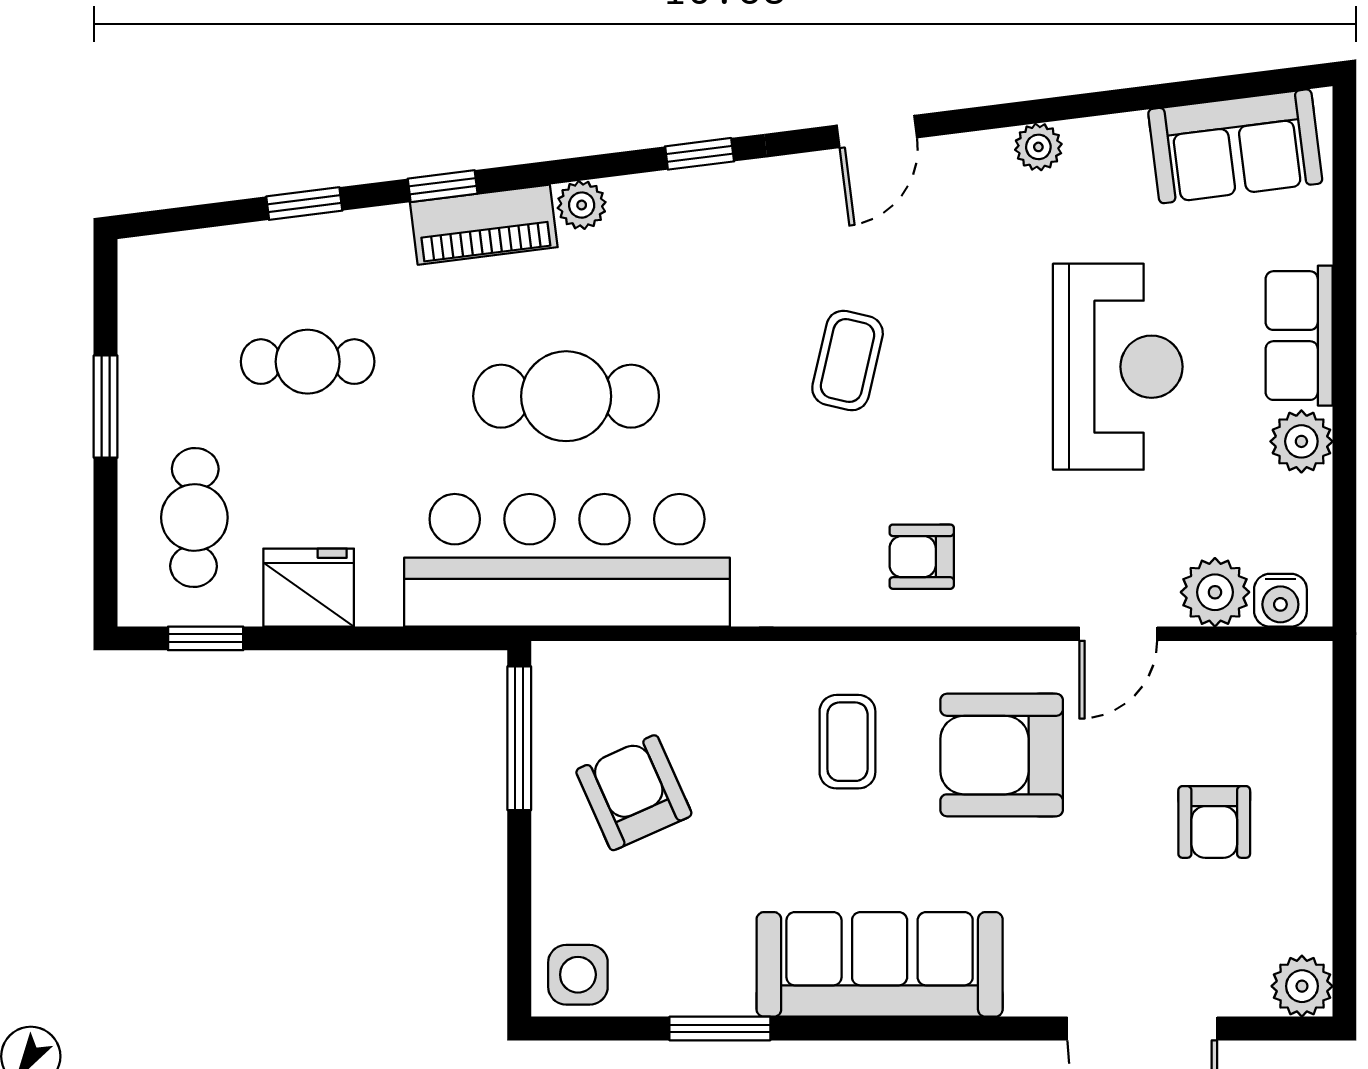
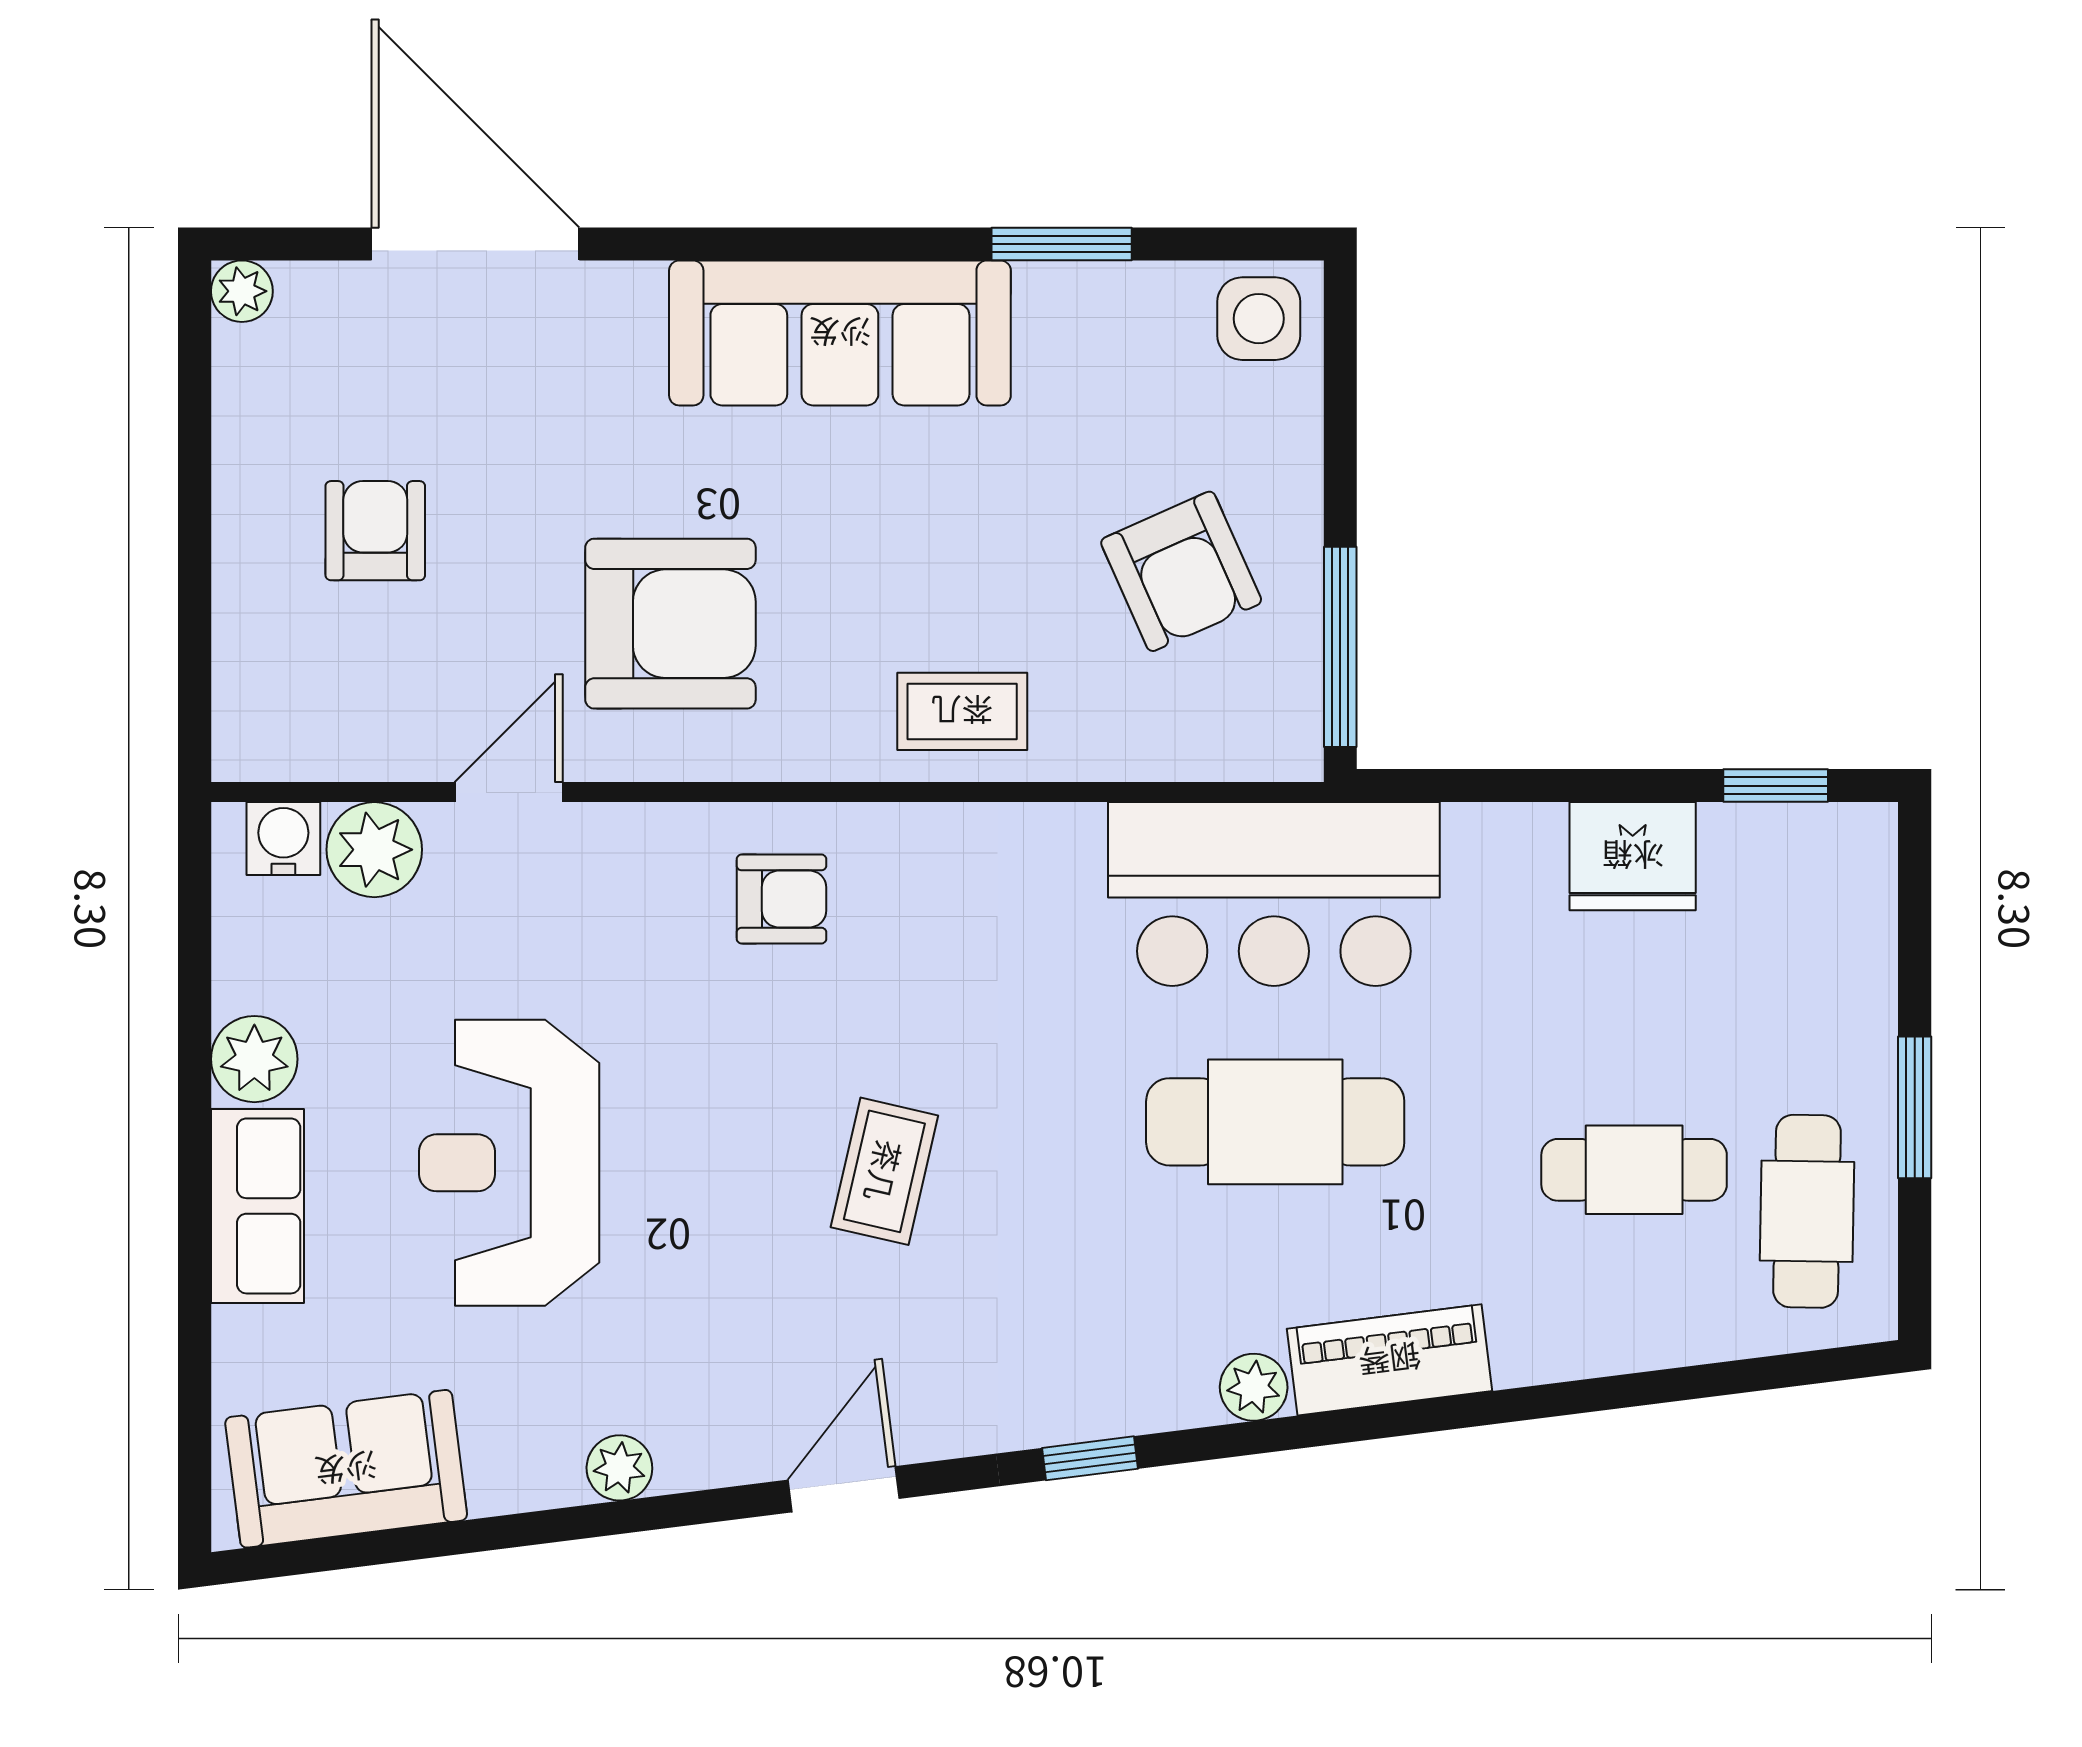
window: (443, 186) -> (1447, 1413), removed
window: (304, 204) -> (1639, 1389), removed
cafe table: (194, 518) -> (1807, 1211), moved
bar counter: (567, 560) -> (1274, 894), width x0.73
coffee table: (847, 742) -> (962, 711), moved, turned 90
plant: (1302, 986) -> (242, 291), width x0.73, depth x0.73

